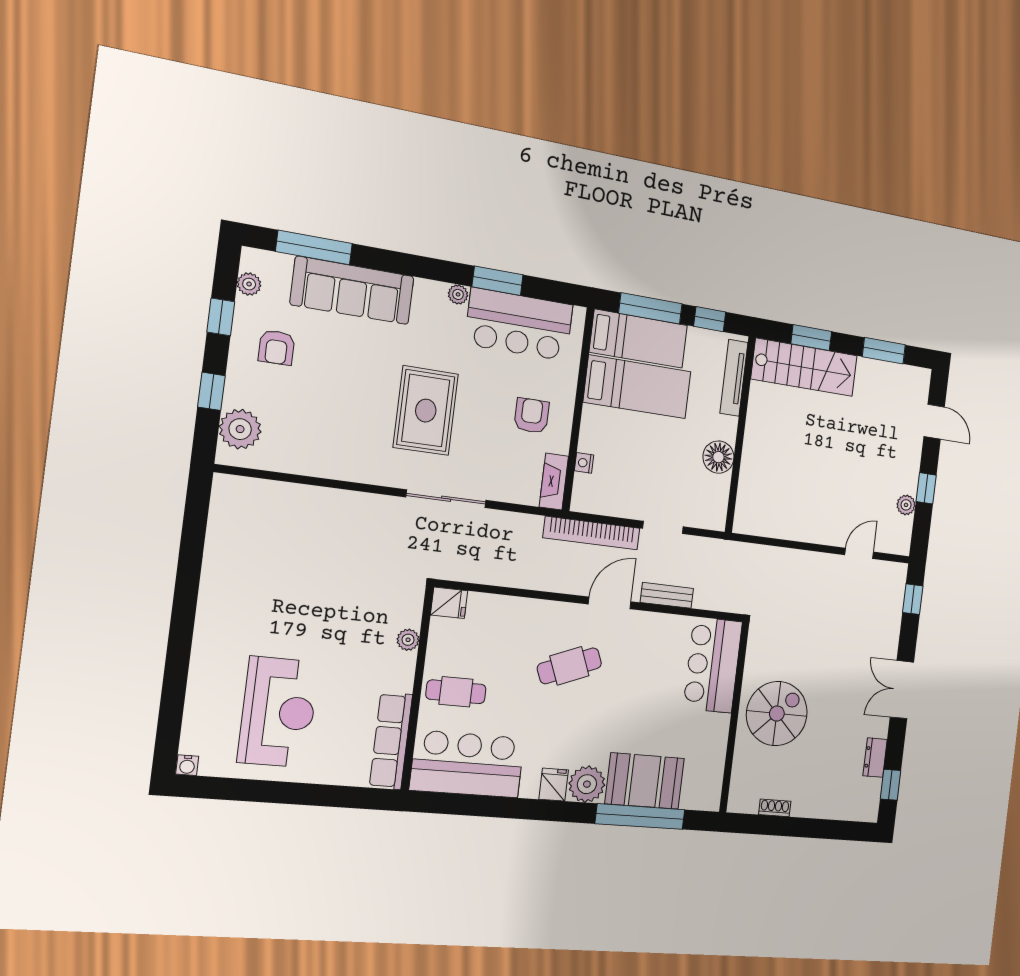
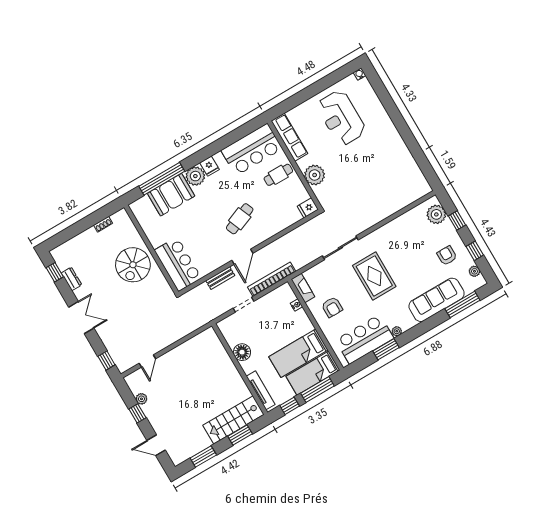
plant: (408, 640) -> (315, 175), width x1.88, depth x1.88

